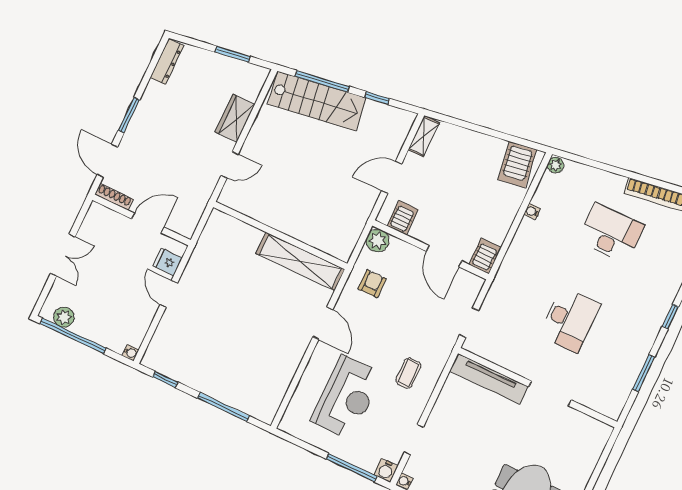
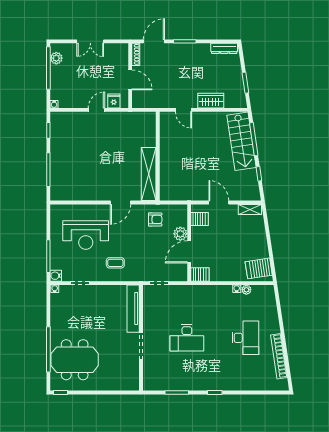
plant: (556, 165) -> (246, 290), moved
plant: (378, 241) -> (180, 234), moved

